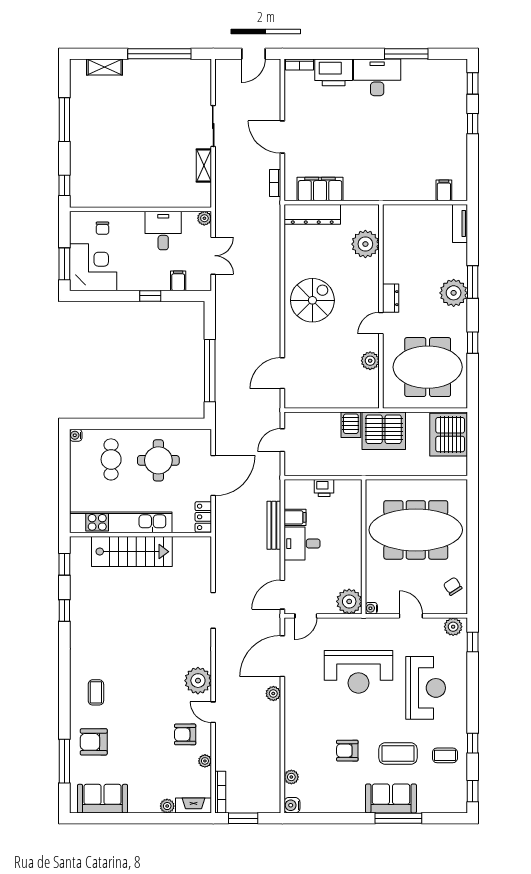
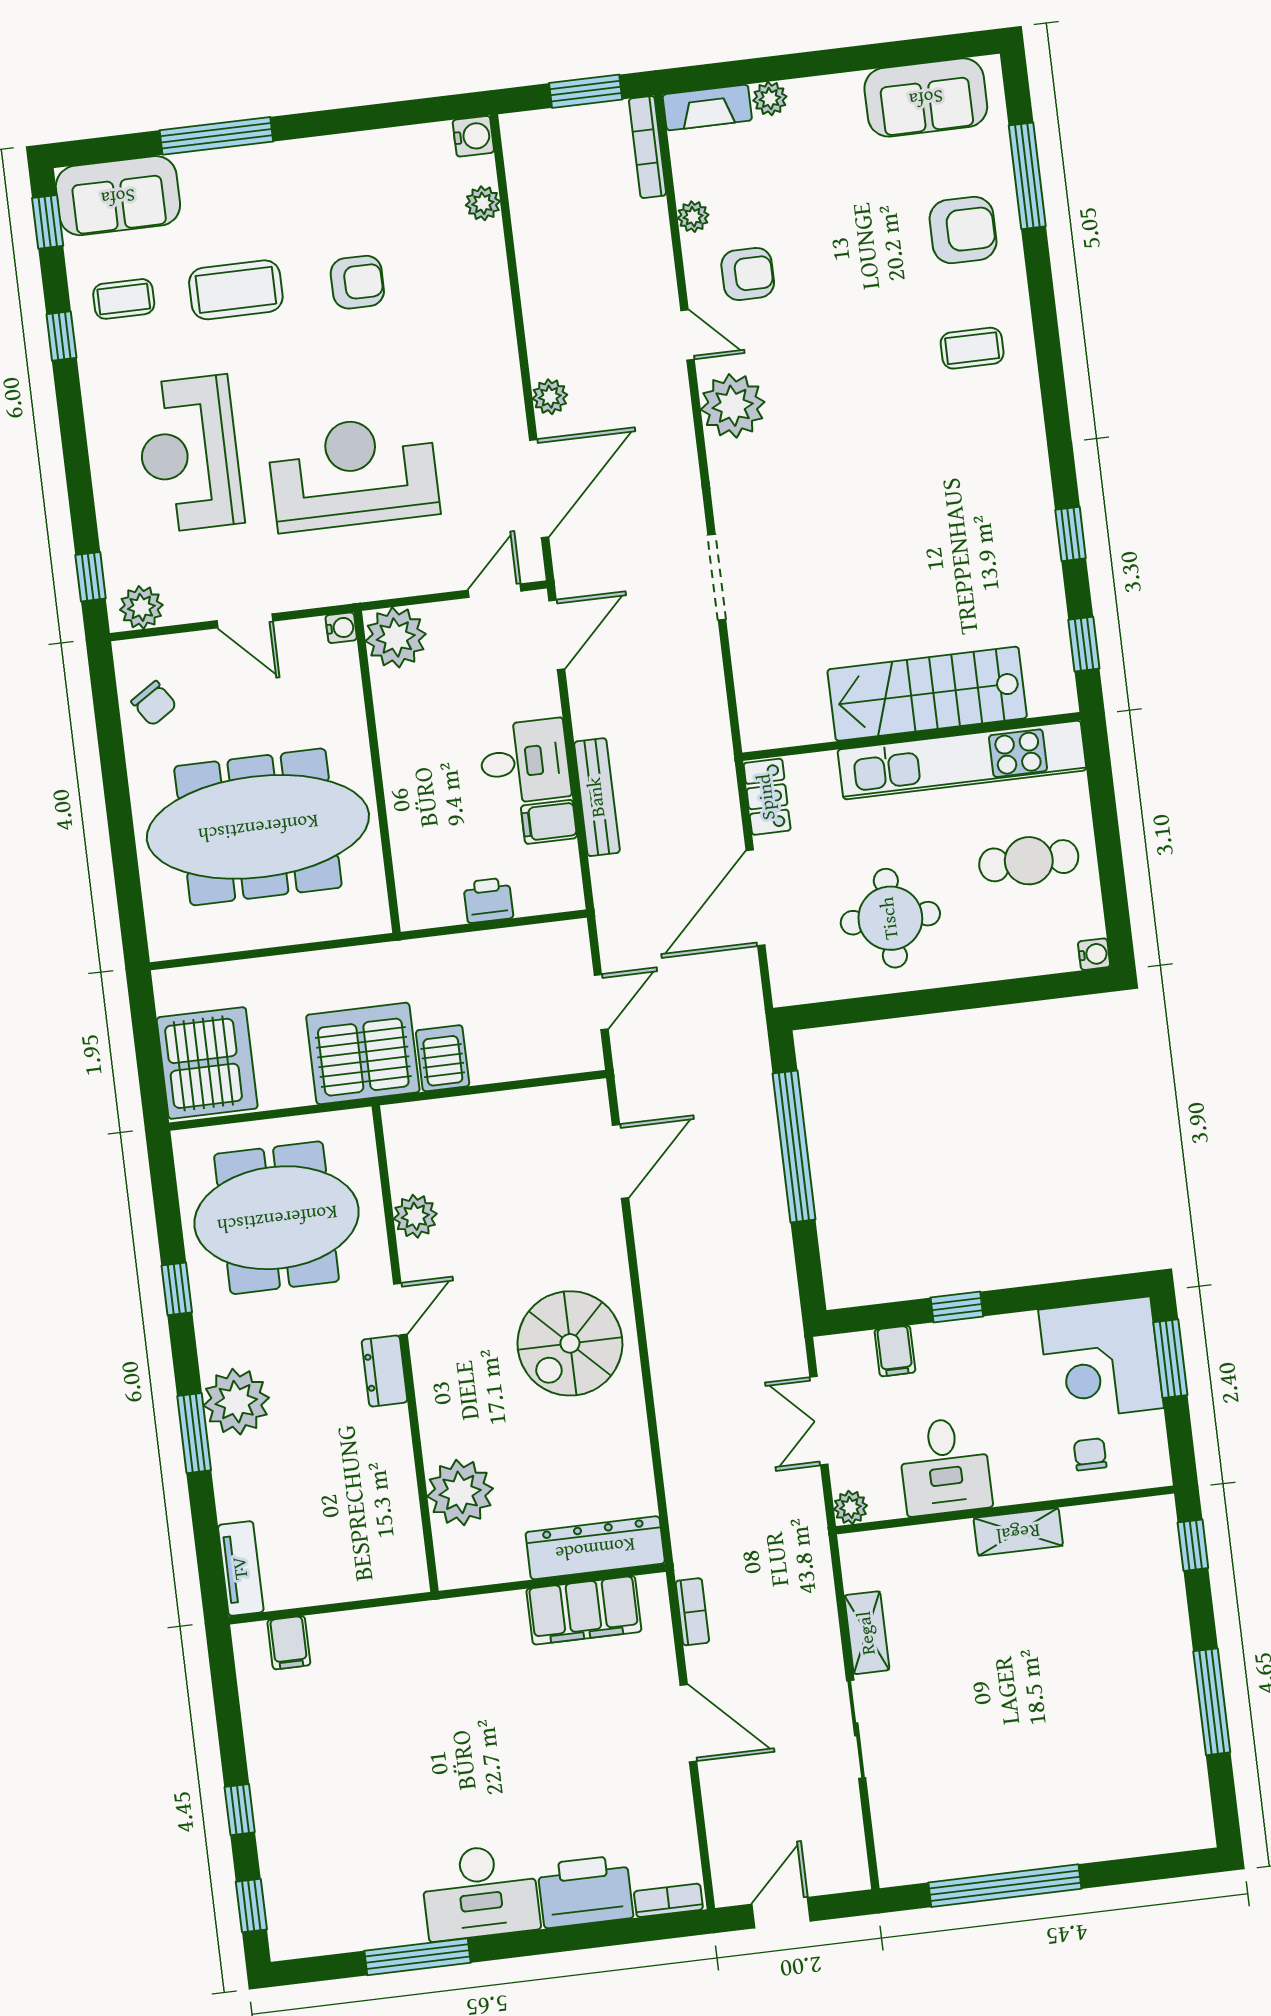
shelving: (105, 67) -> (1018, 1532), moved
cafe table: (111, 459) -> (1029, 861), moved, turned 90
coffee table: (96, 692) -> (972, 348), turned 90
sofa: (391, 798) -> (118, 196), moved

